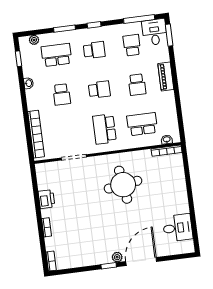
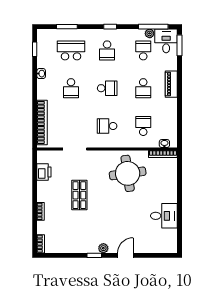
window: (64, 29) -> (67, 27), moved
plant: (34, 40) -> (150, 33), moved
school desk: (94, 50) -> (107, 50), turned 90
school desk: (142, 124) -> (143, 126), width x0.54
school desk: (104, 129) -> (107, 126), width x0.54
round table: (123, 185) -> (128, 173), moved
printer: (46, 199) -> (44, 172), moved
shop shelf: (85, 205) -> (79, 195), added
desk: (178, 228) -> (164, 216), moved
door: (141, 262) -> (125, 255), width x0.53

